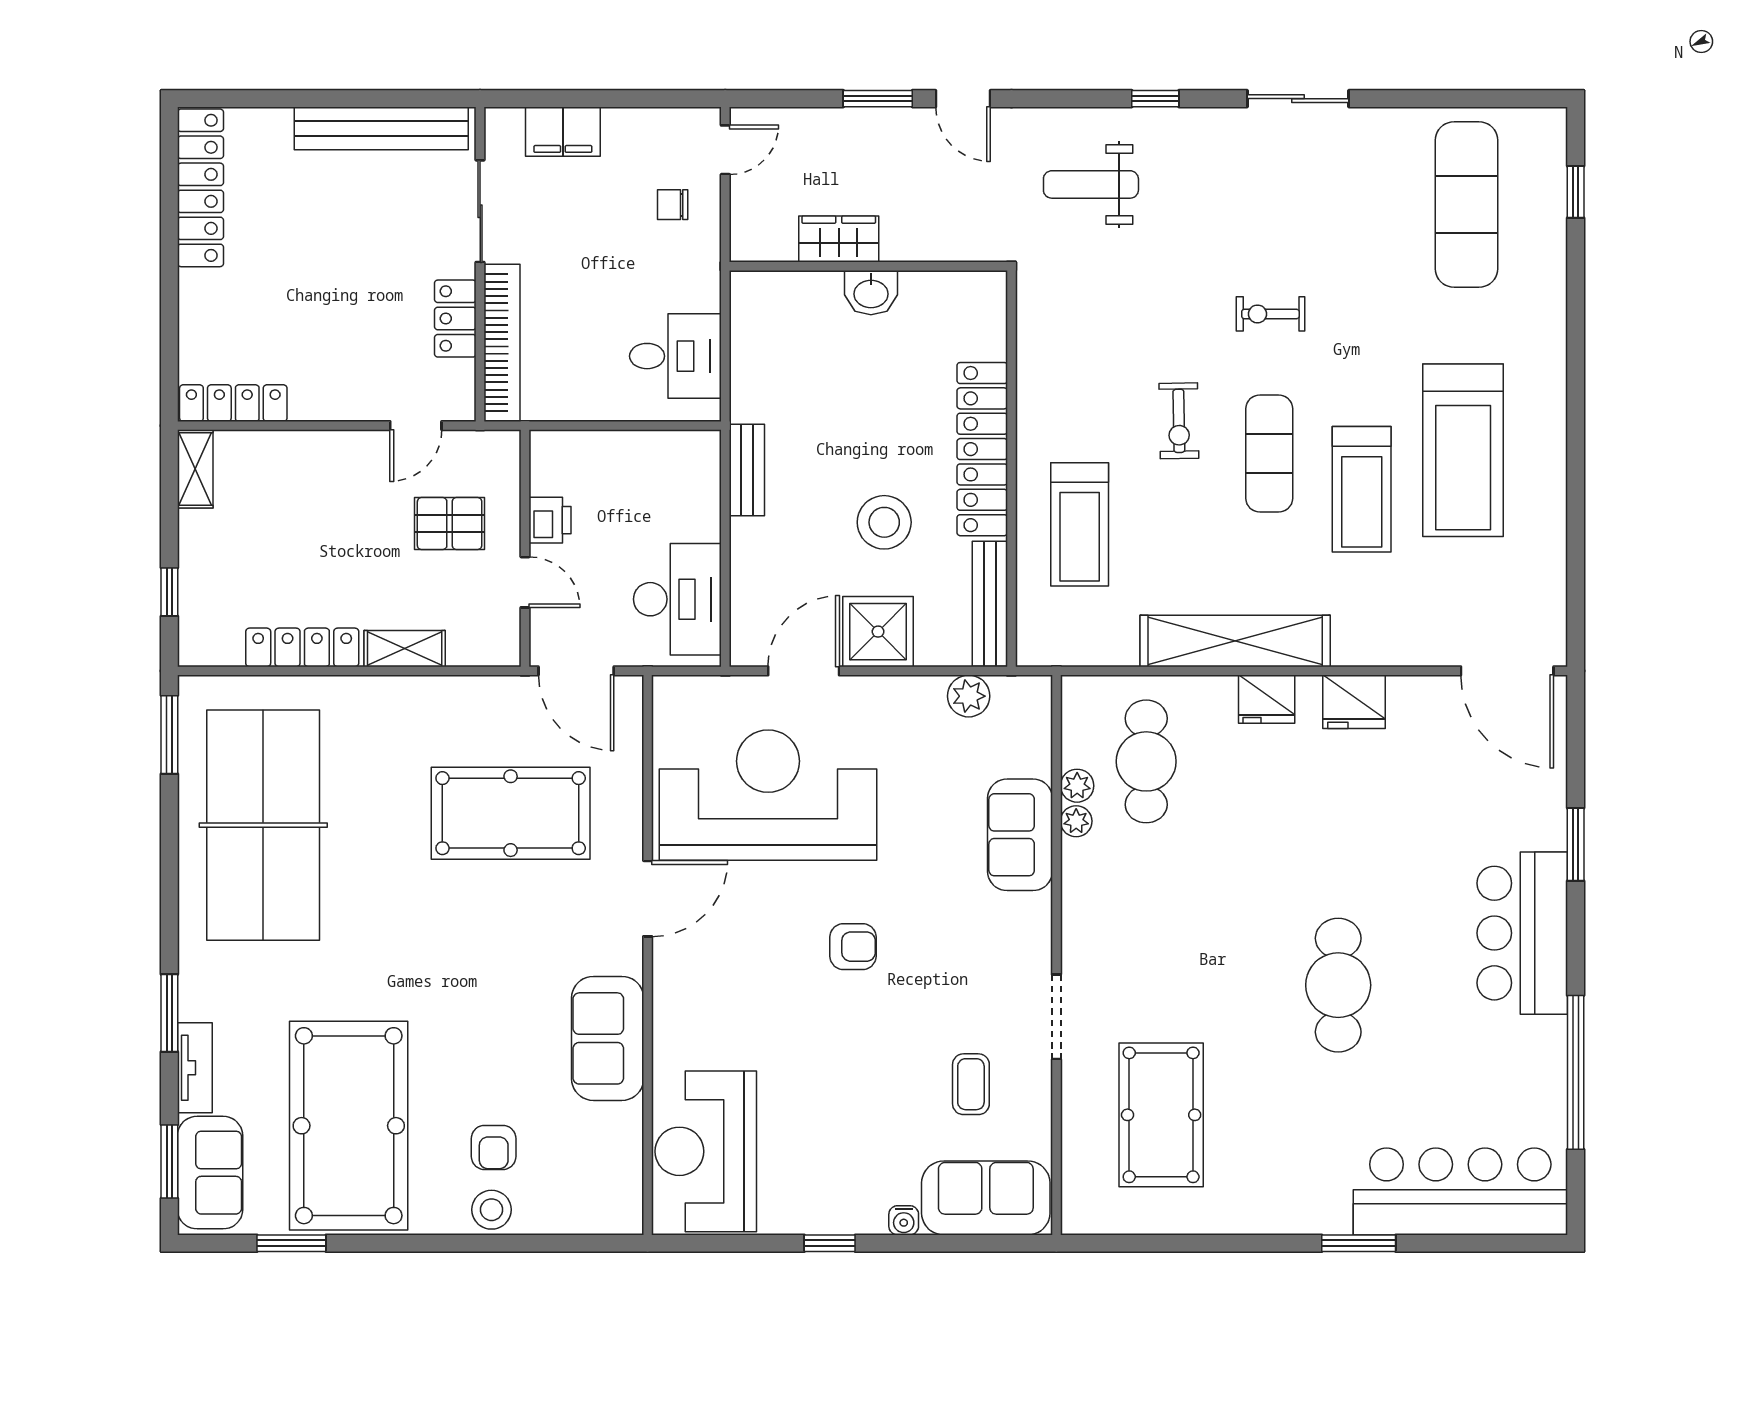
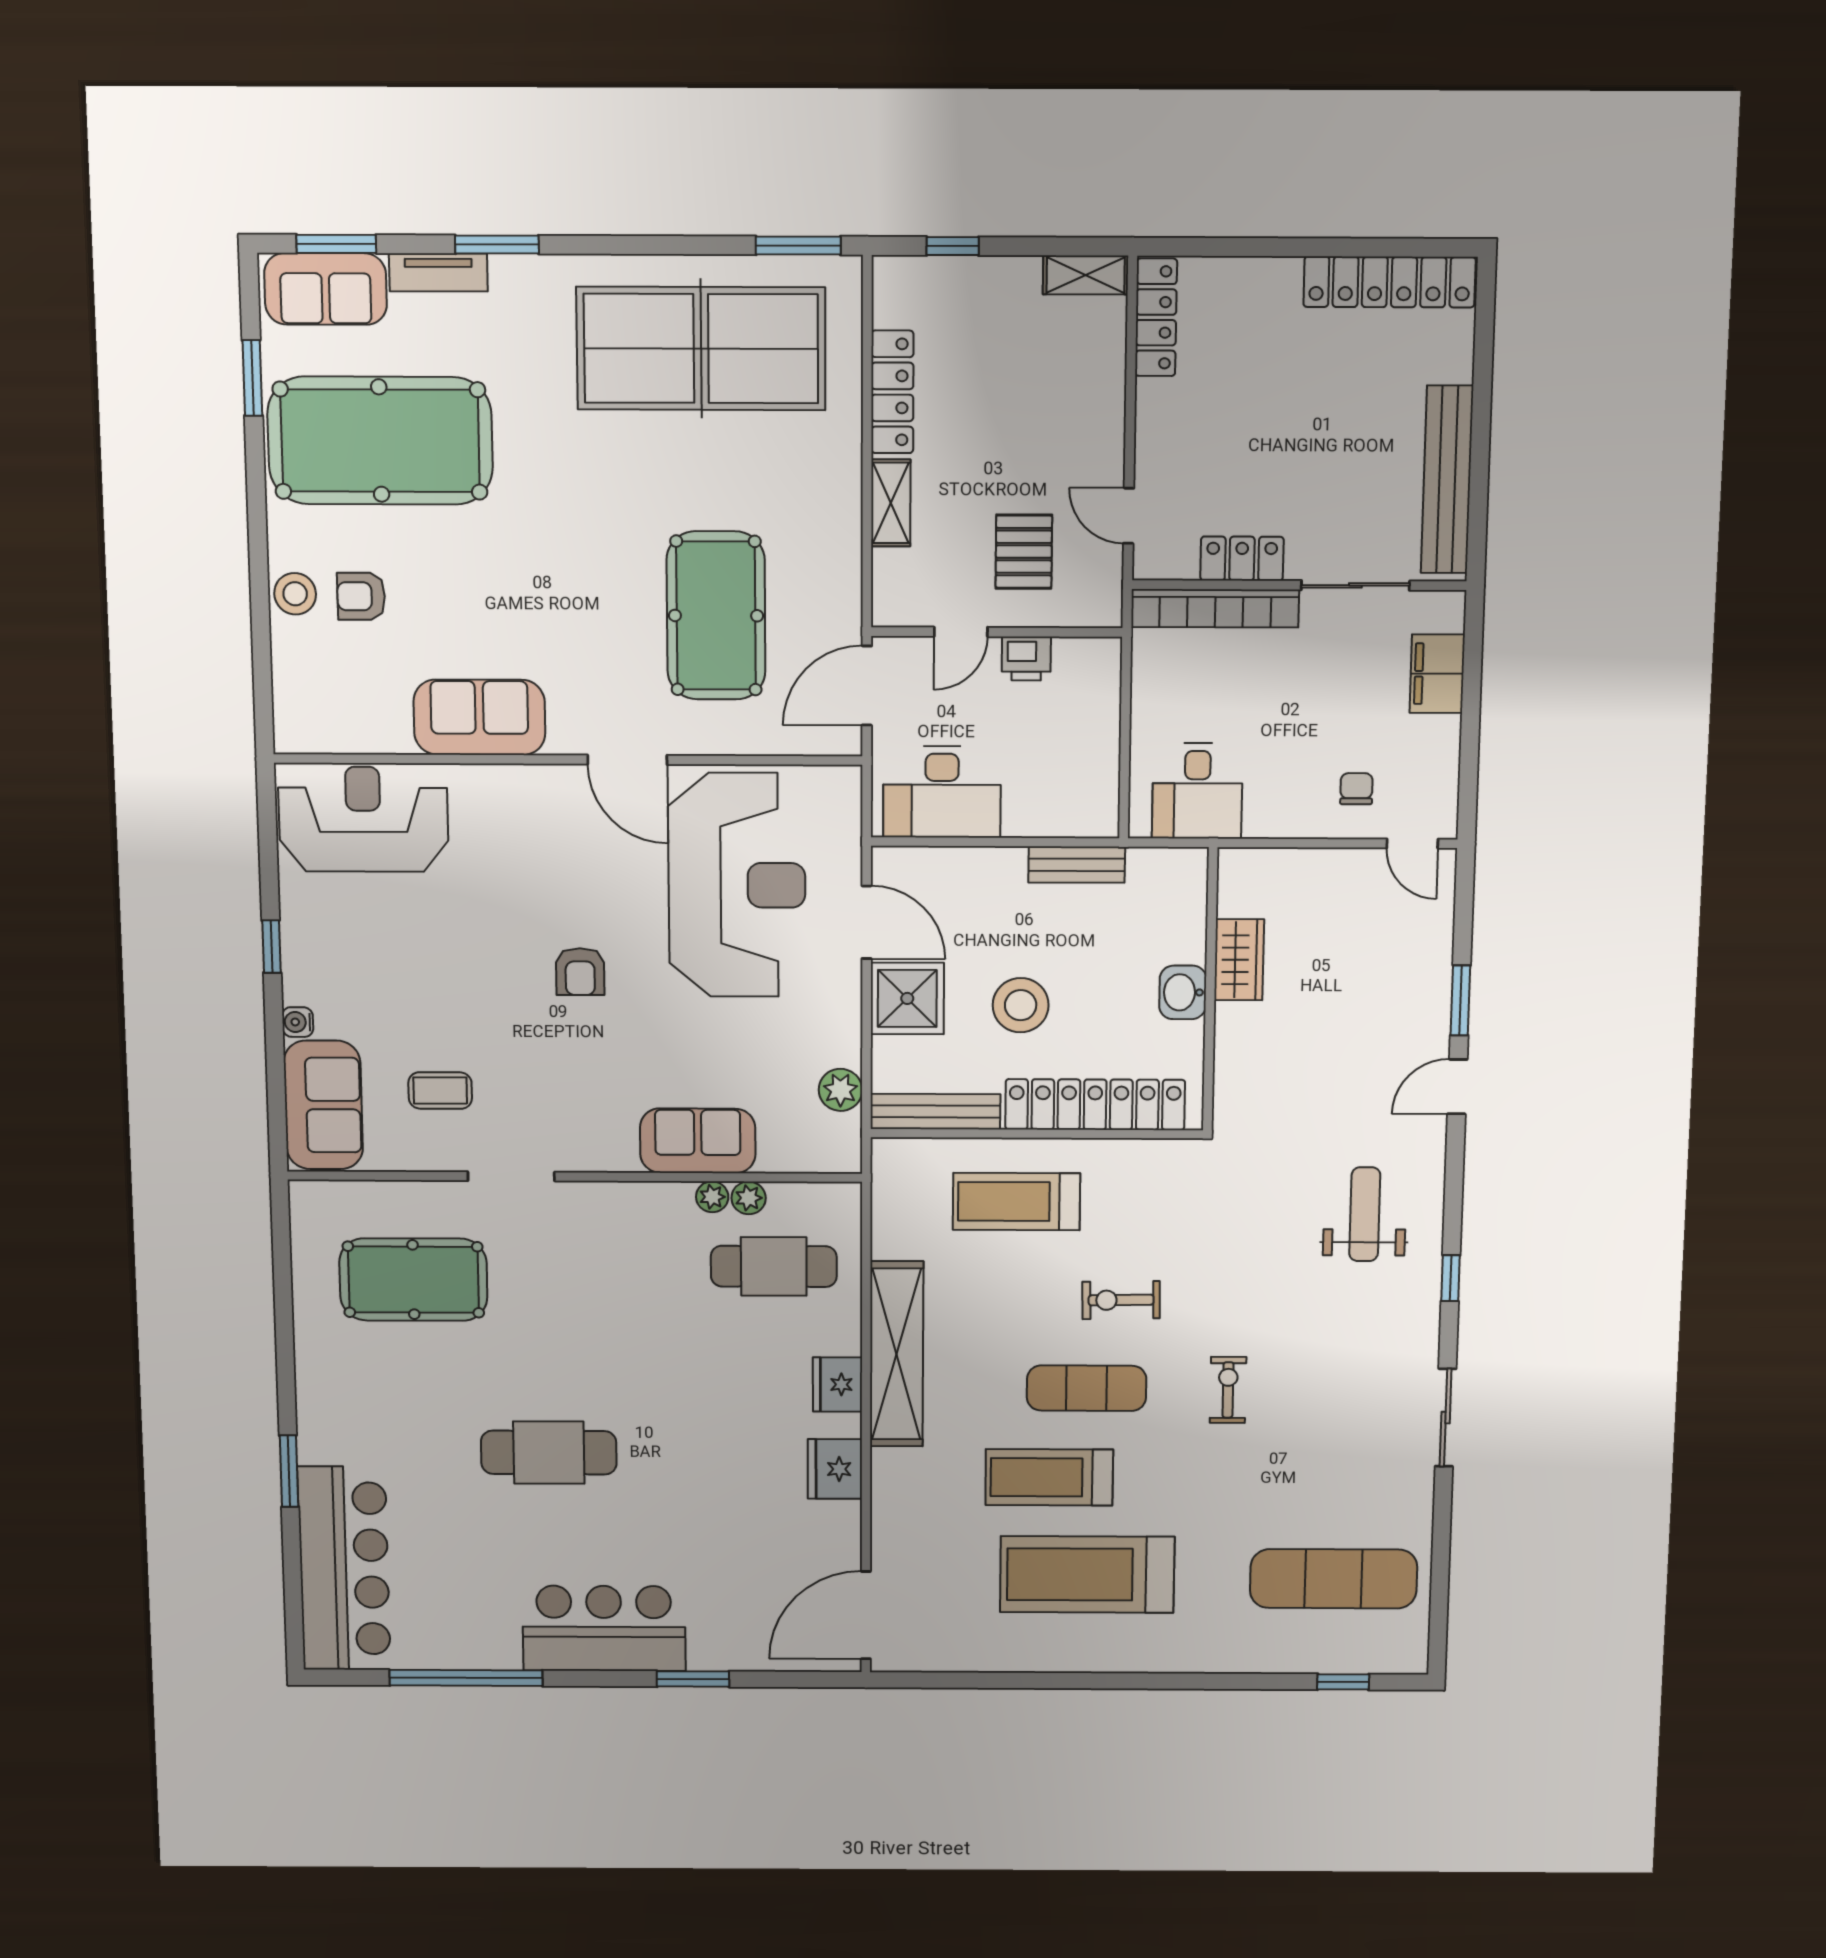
wardrobe: (839, 239) -> (1239, 960), moved
wall: (868, 266) -> (1210, 990), moved
washbasin: (871, 293) -> (1183, 992), moved

